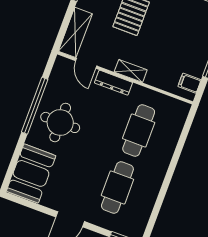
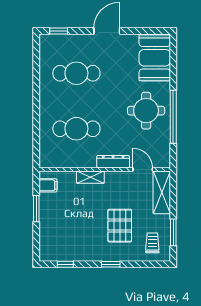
shelving: (131, 71) -> (90, 177), moved
cafe table: (139, 130) -> (76, 129), turned 90
cafe table: (117, 187) -> (76, 73), turned 90

